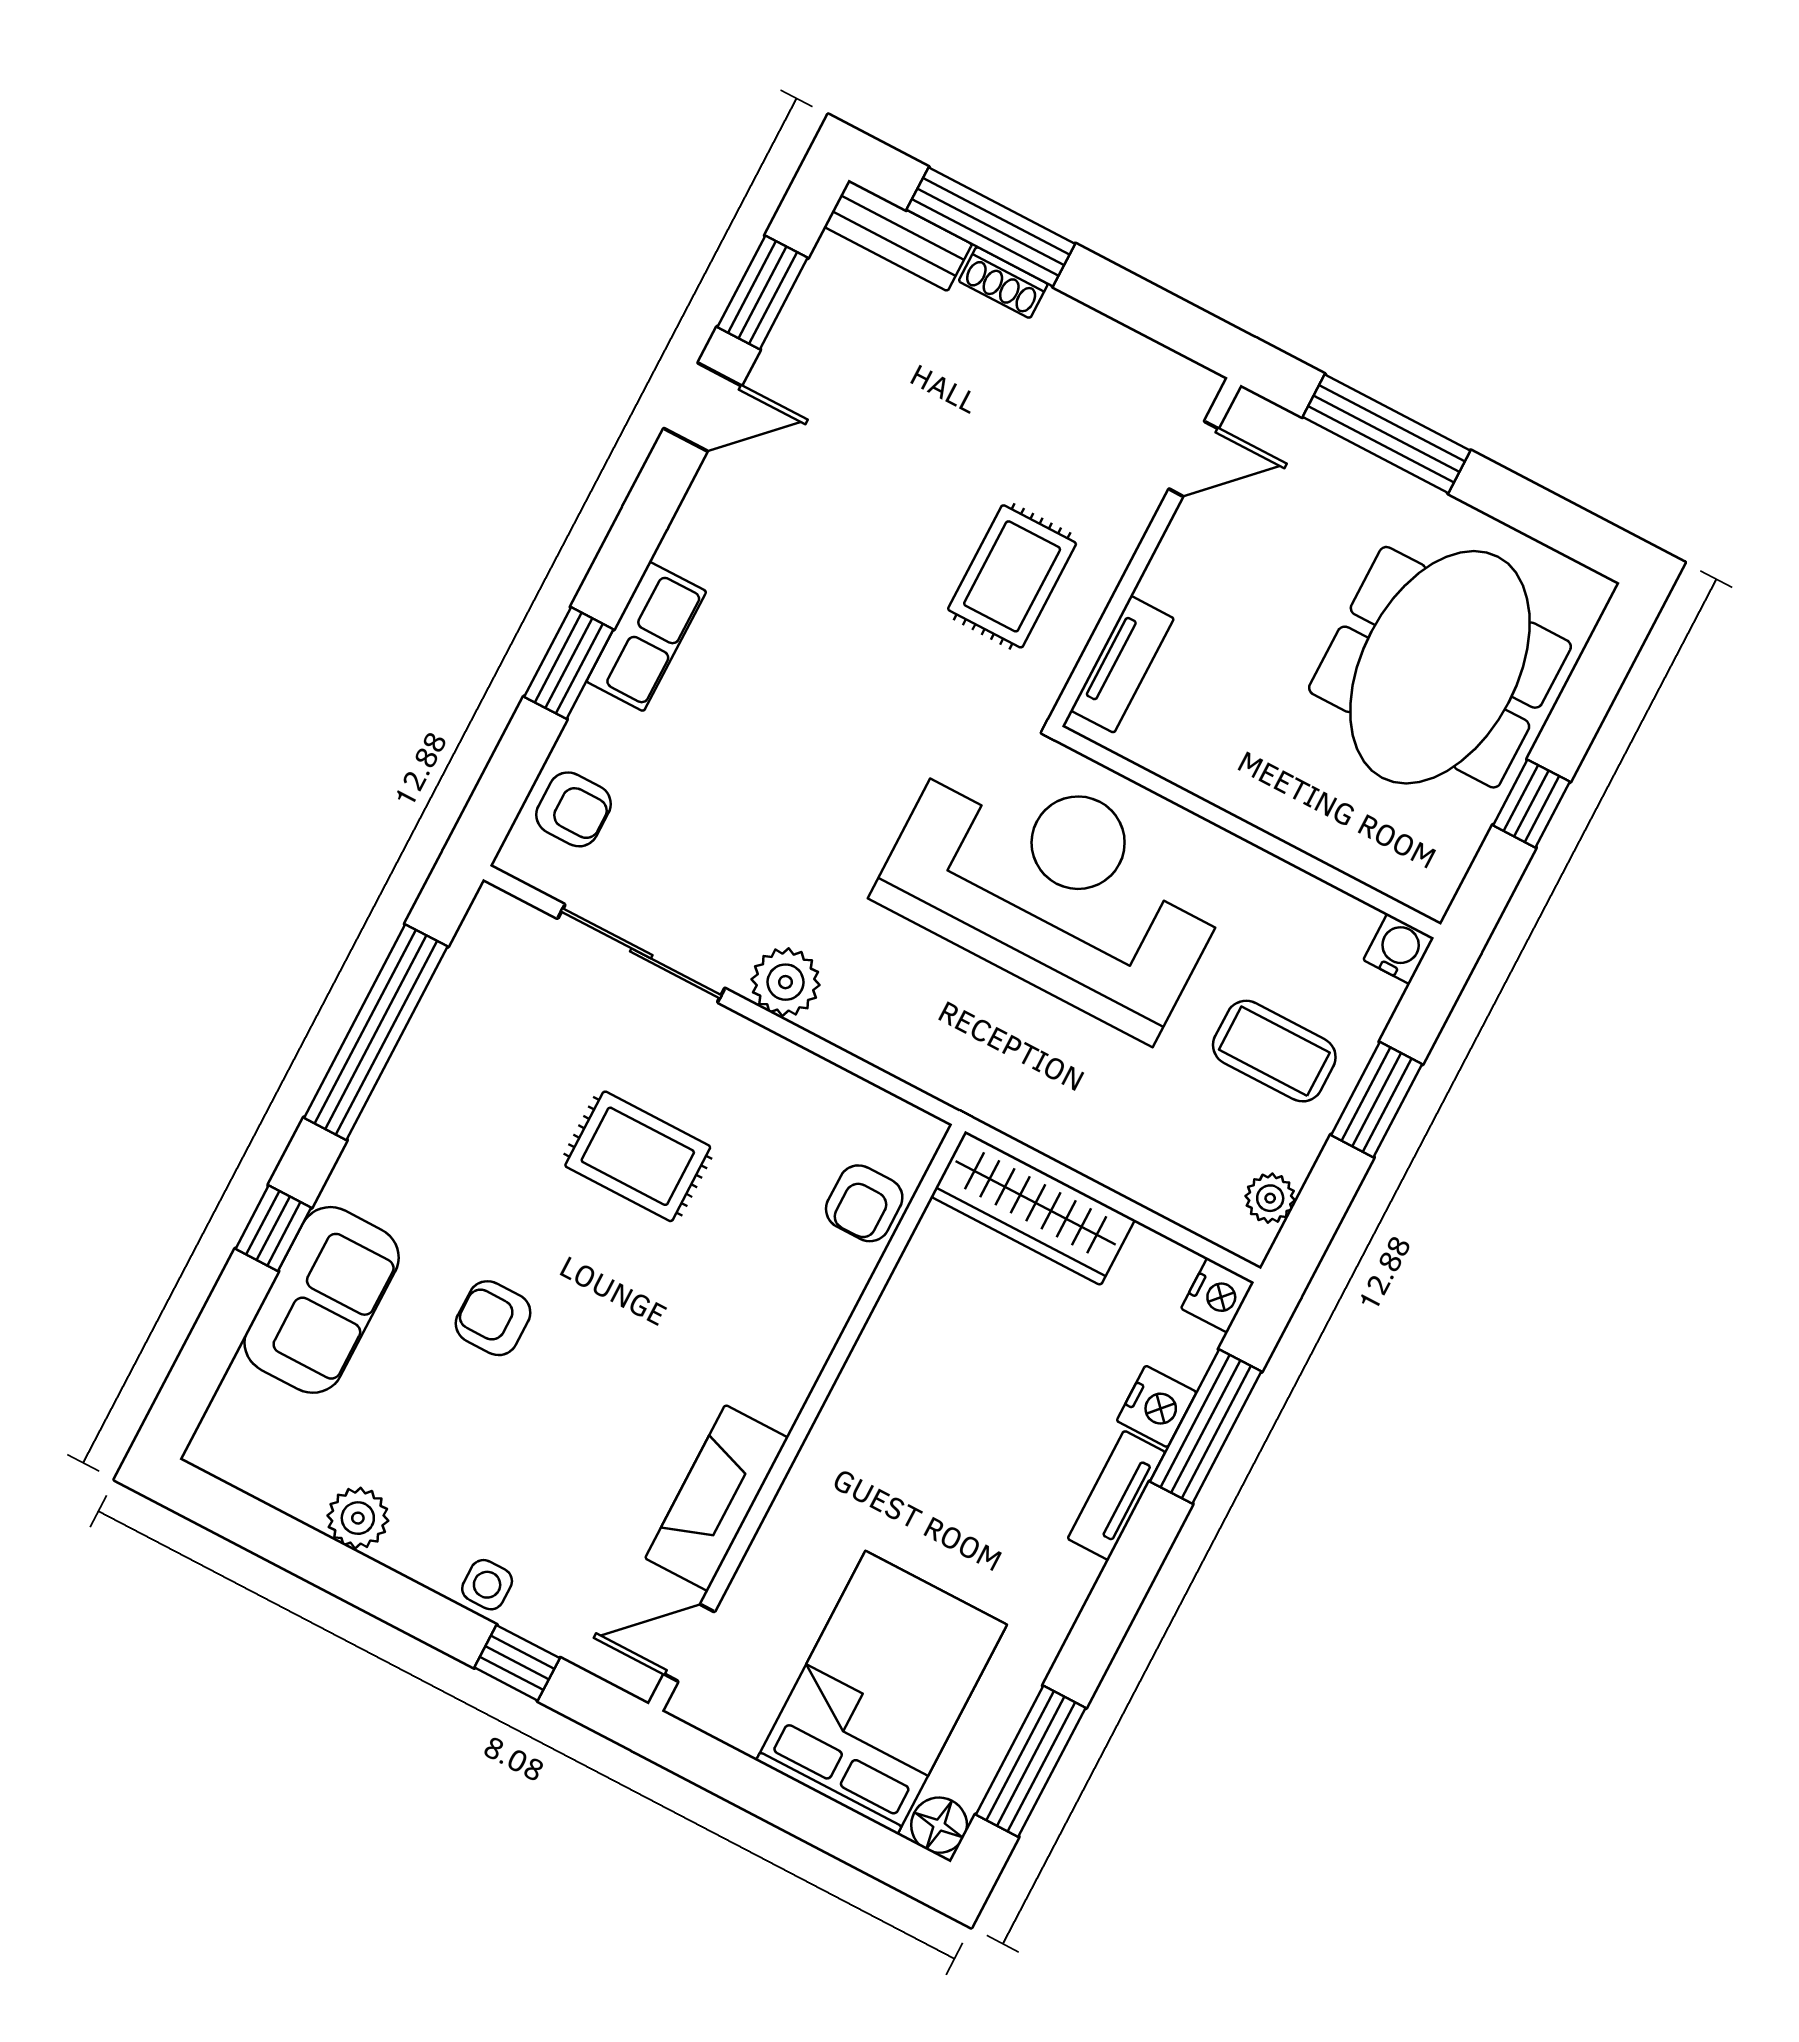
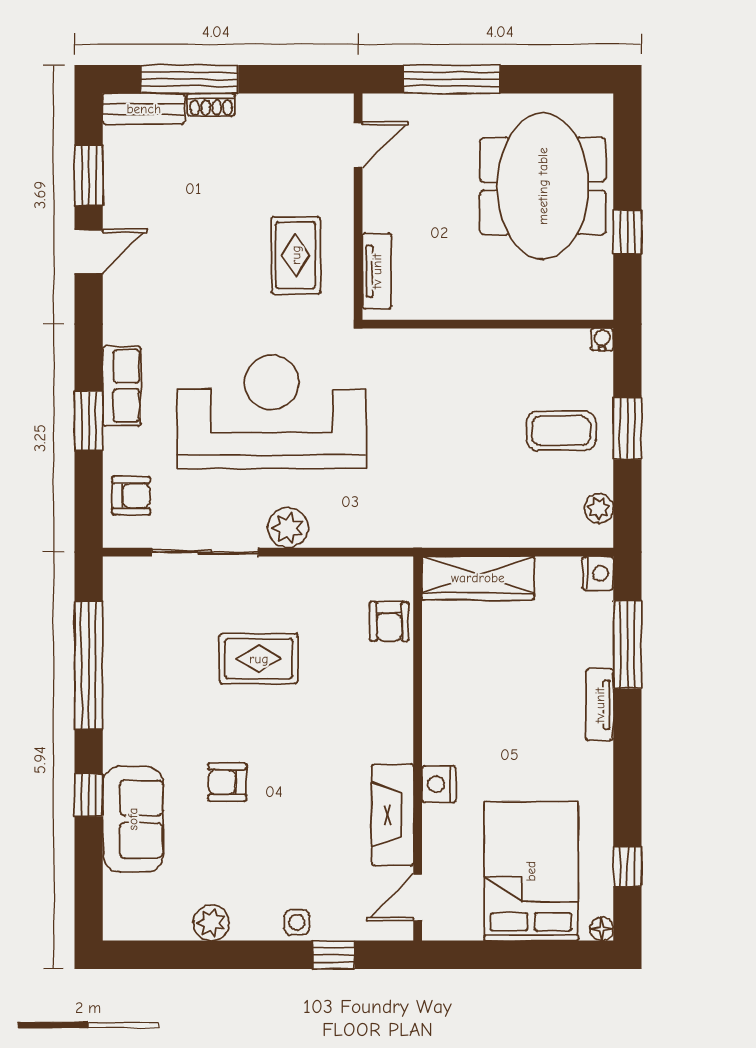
reception desk: (1055, 887) -> (272, 412), moved
water cooler: (1399, 949) -> (602, 340), width x0.72, depth x0.72
nightstand: (1157, 1406) -> (439, 784), moved, turned 180
window: (1031, 1761) -> (627, 866), width x0.46
floor lamp: (939, 1825) -> (602, 929), width x0.73, depth x0.73

